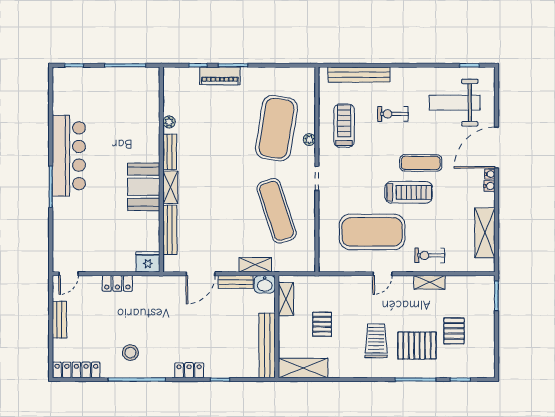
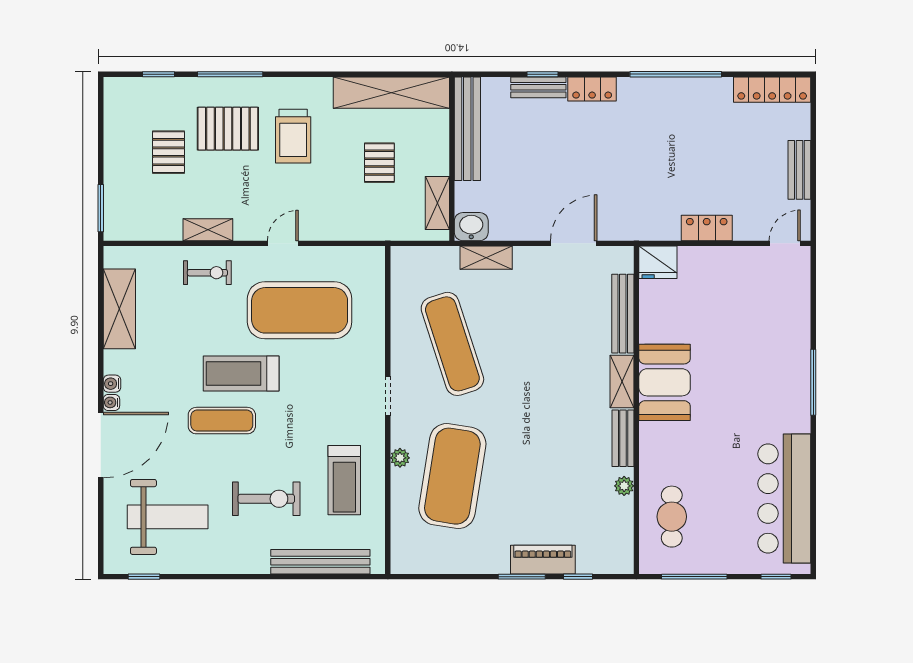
cafe table: (139, 103) -> (672, 517), added
exercise bike: (393, 114) -> (266, 499), width x1.38, depth x1.39
bar counter: (69, 156) -> (784, 499), moved
bench: (236, 282) -> (538, 87), moved
stool: (130, 353) -> (686, 117), removed
shelving: (303, 368) -> (391, 93), width x1.47

